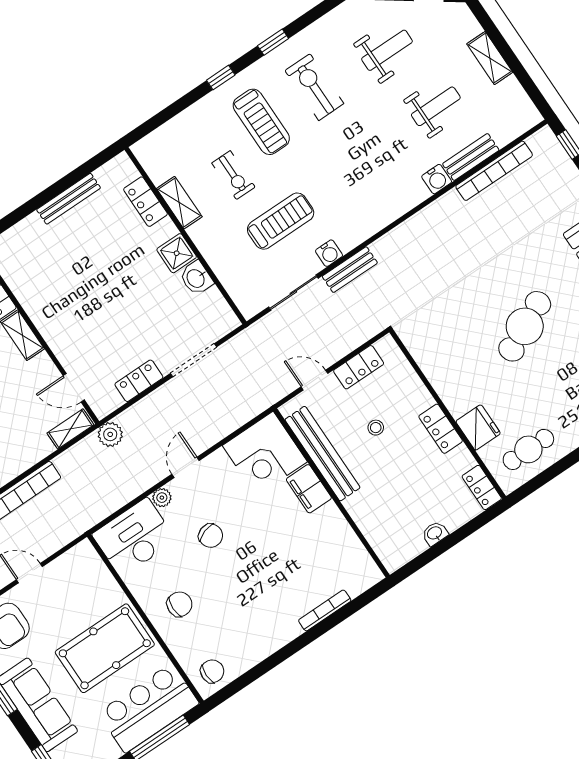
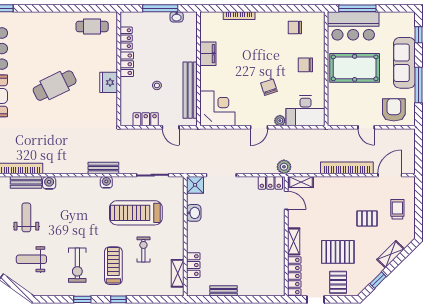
weight bench: (436, 106) -> (26, 217), turned 90
bench: (69, 199) -> (224, 291), width x0.73
shelving: (179, 203) -> (178, 273), moved
treadmill: (281, 221) -> (136, 213), width x1.37, depth x1.38
shower: (177, 253) -> (195, 185), moved
water cooler: (329, 253) -> (106, 182), moved
bench: (350, 270) -> (103, 168), moved
locker: (139, 381) -> (270, 183), moved
fridge: (478, 427) -> (109, 82), moved
locker: (482, 487) -> (126, 38), moved
filing cabinet: (309, 489) -> (208, 54), moved
washbasin: (435, 533) -> (177, 17), moved
window: (447, 543) -> (160, 8), added
chair: (212, 671) -> (295, 27), moved

